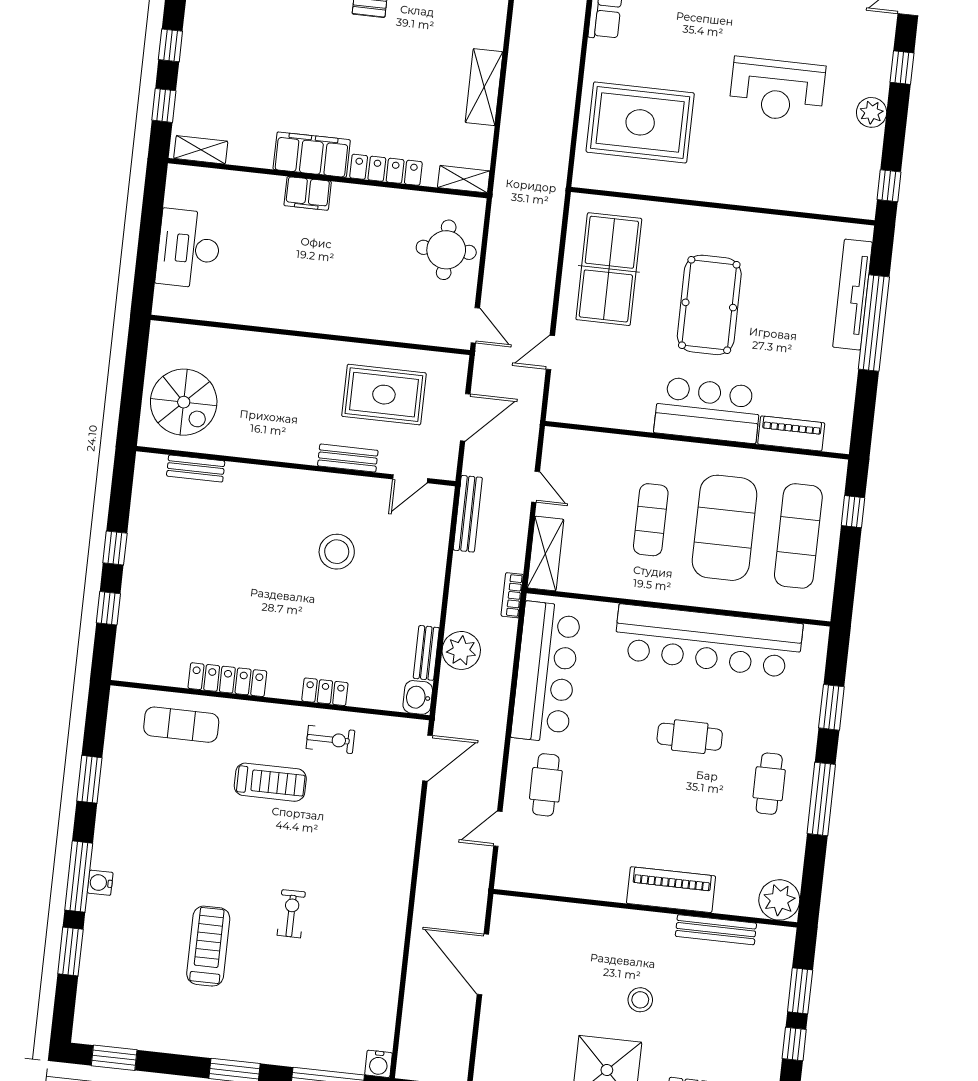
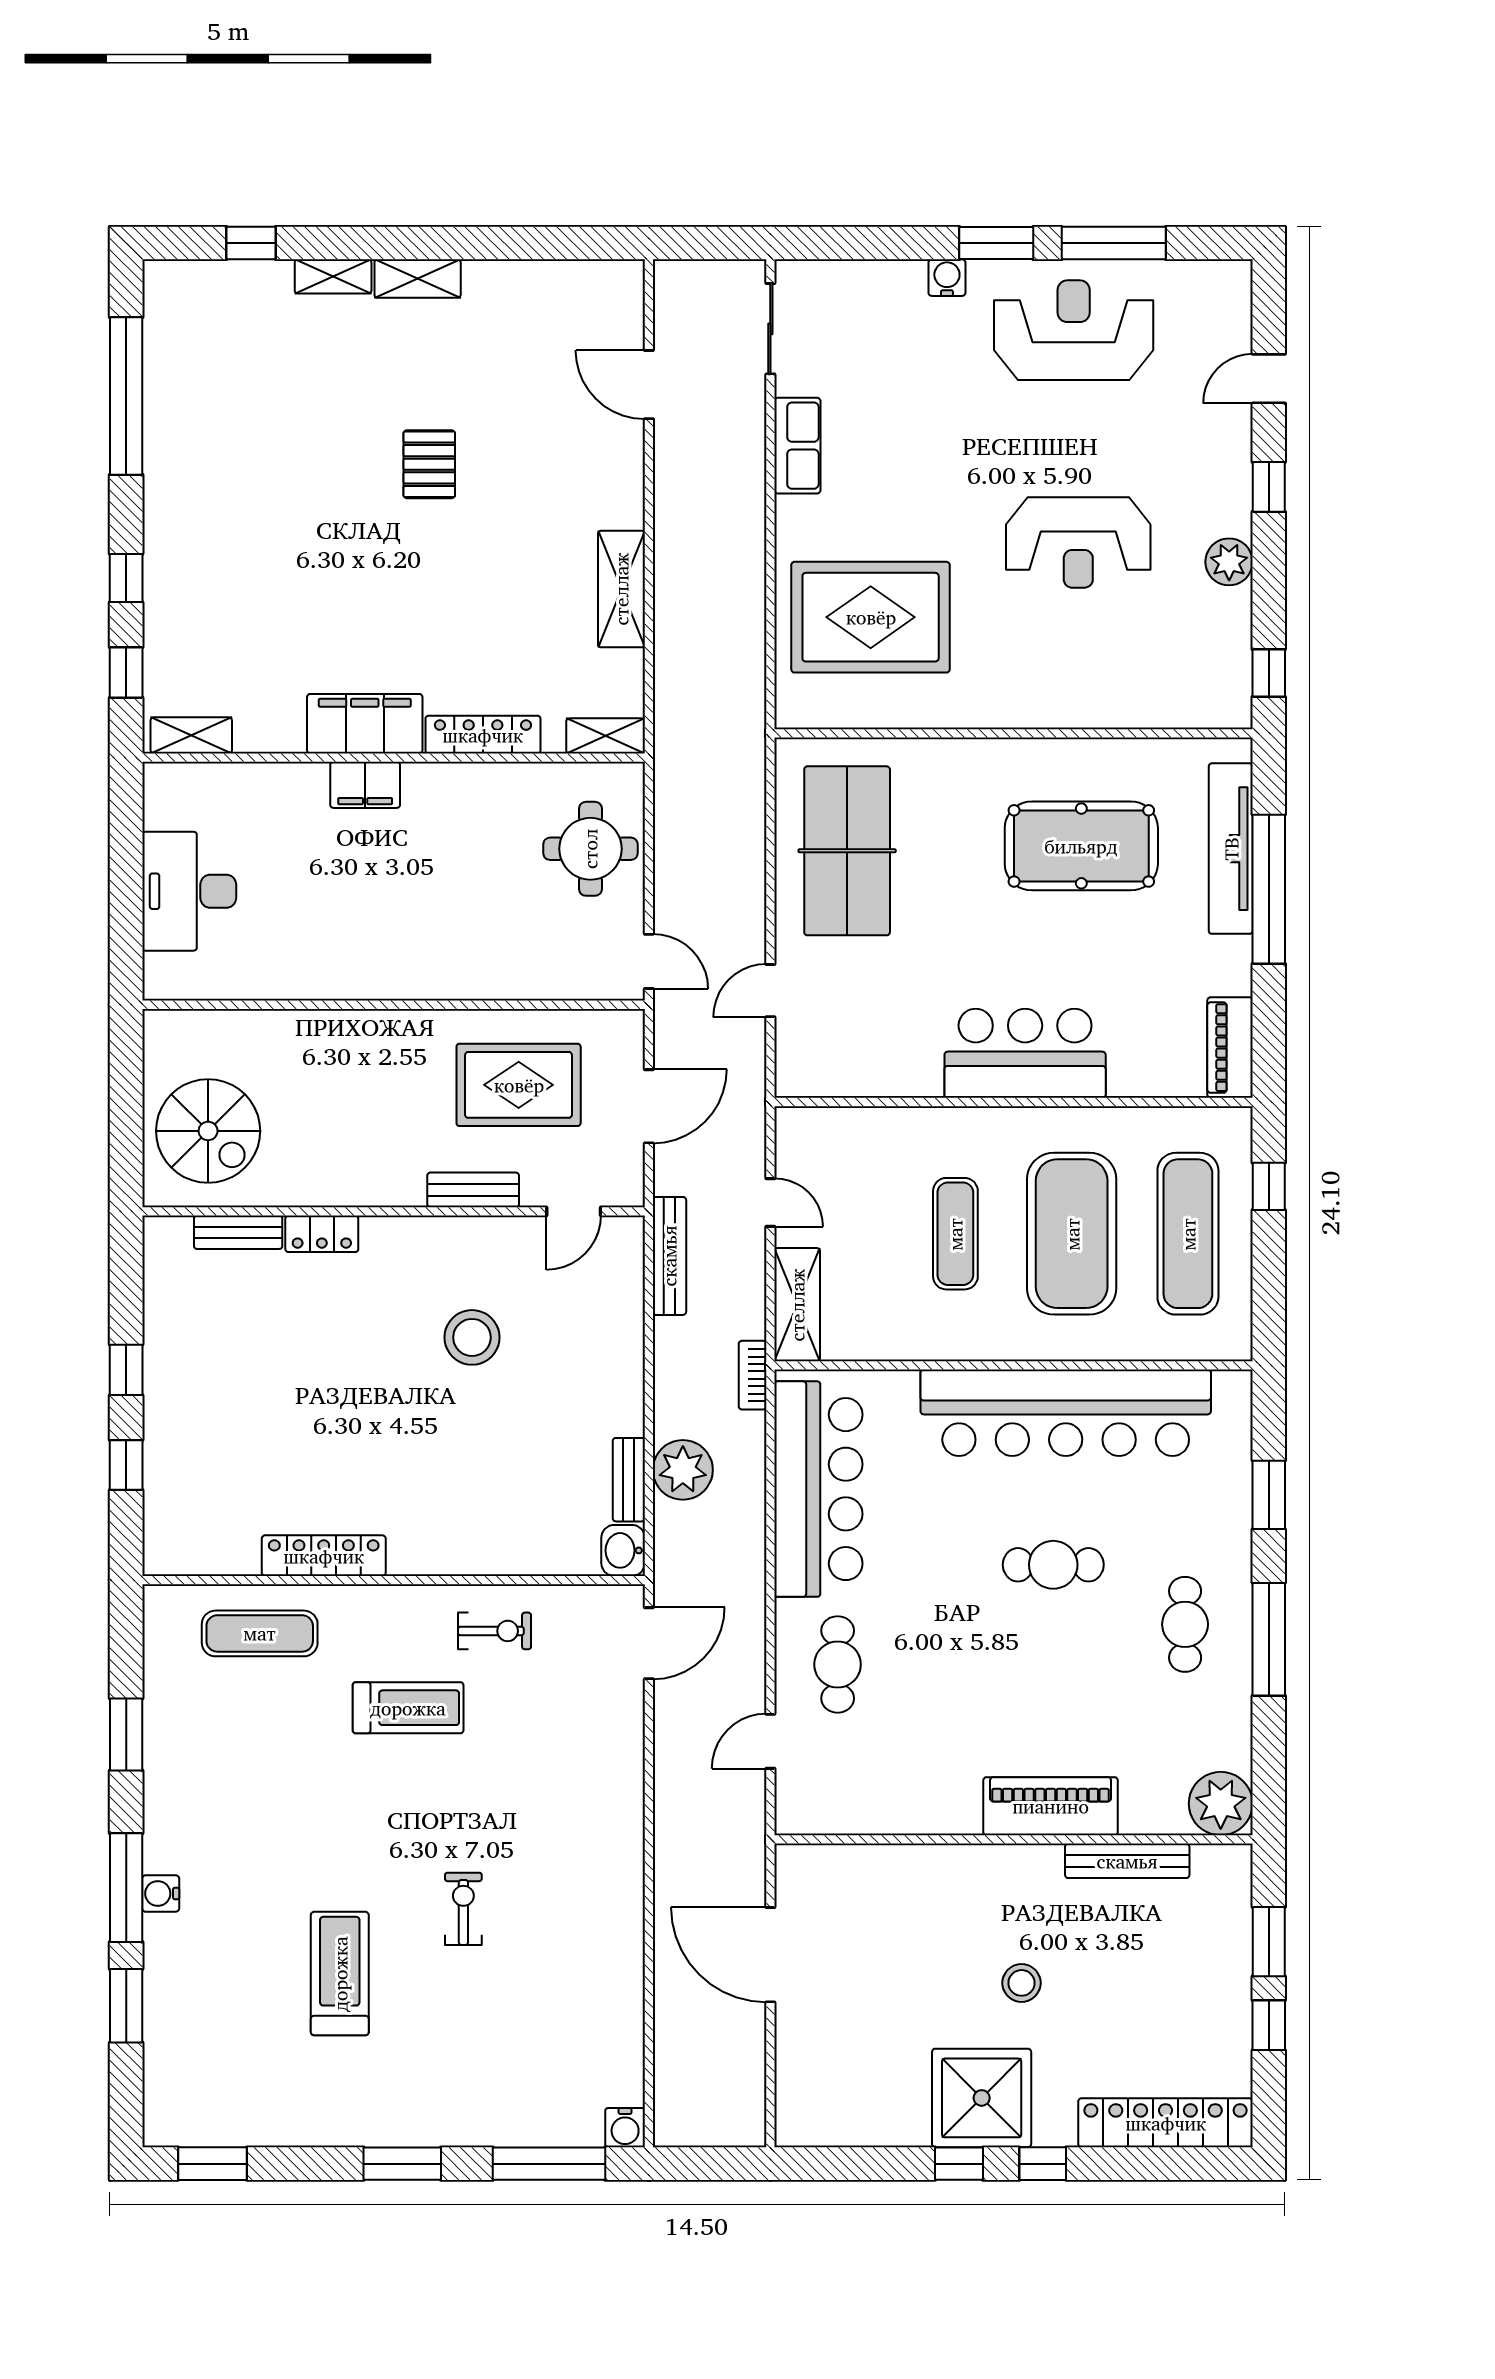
pool table: (709, 305) -> (1081, 846), moved, turned 90
piano: (791, 433) -> (1230, 1048), moved, turned -90
locker: (325, 692) -> (322, 1234), moved, turned 180

